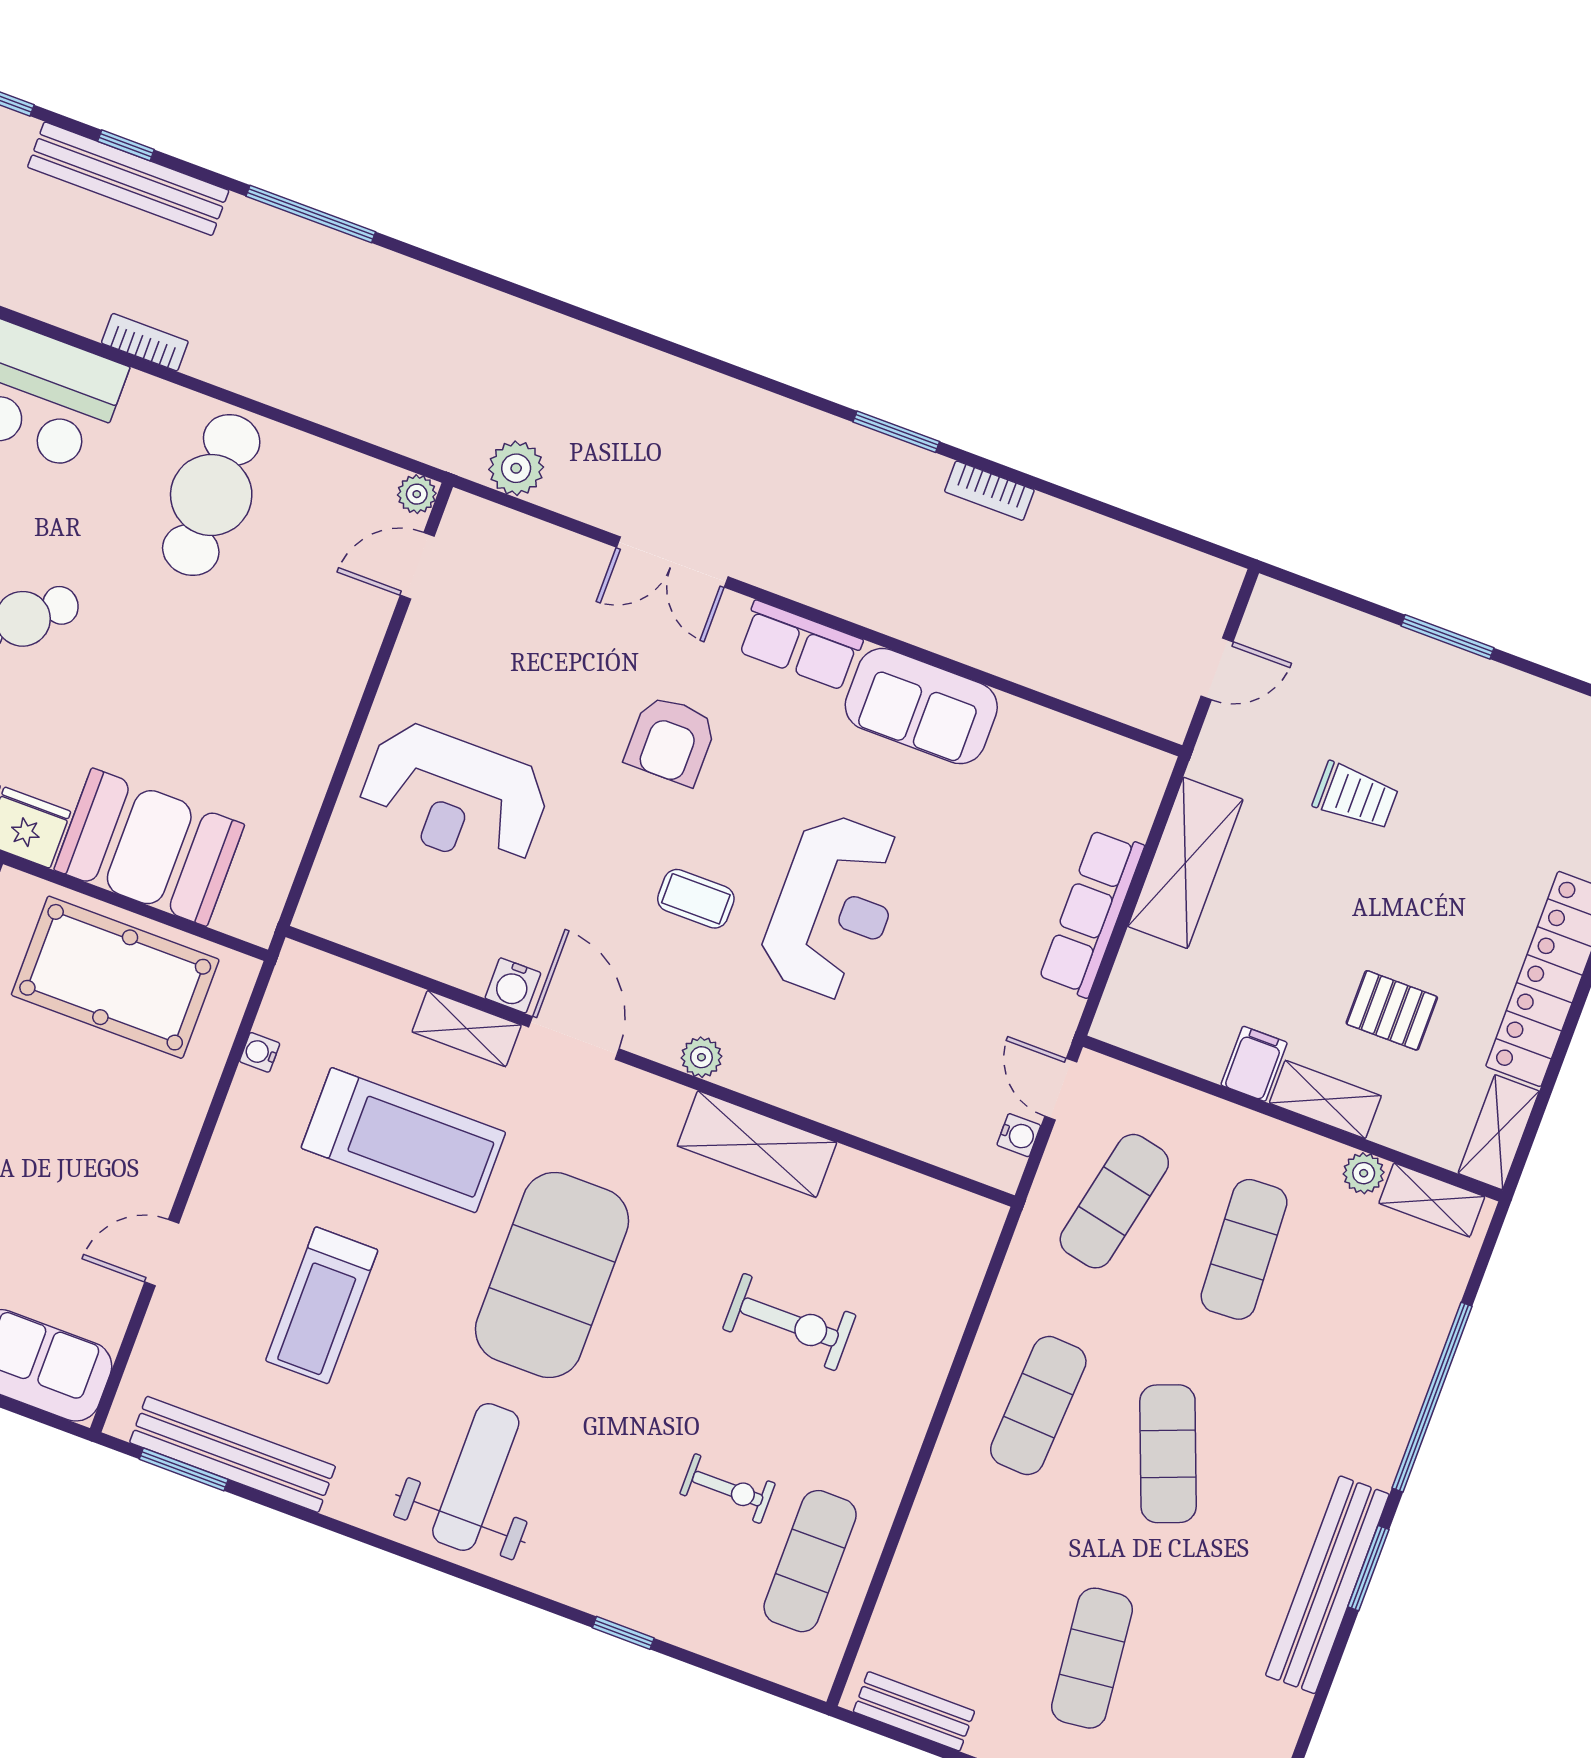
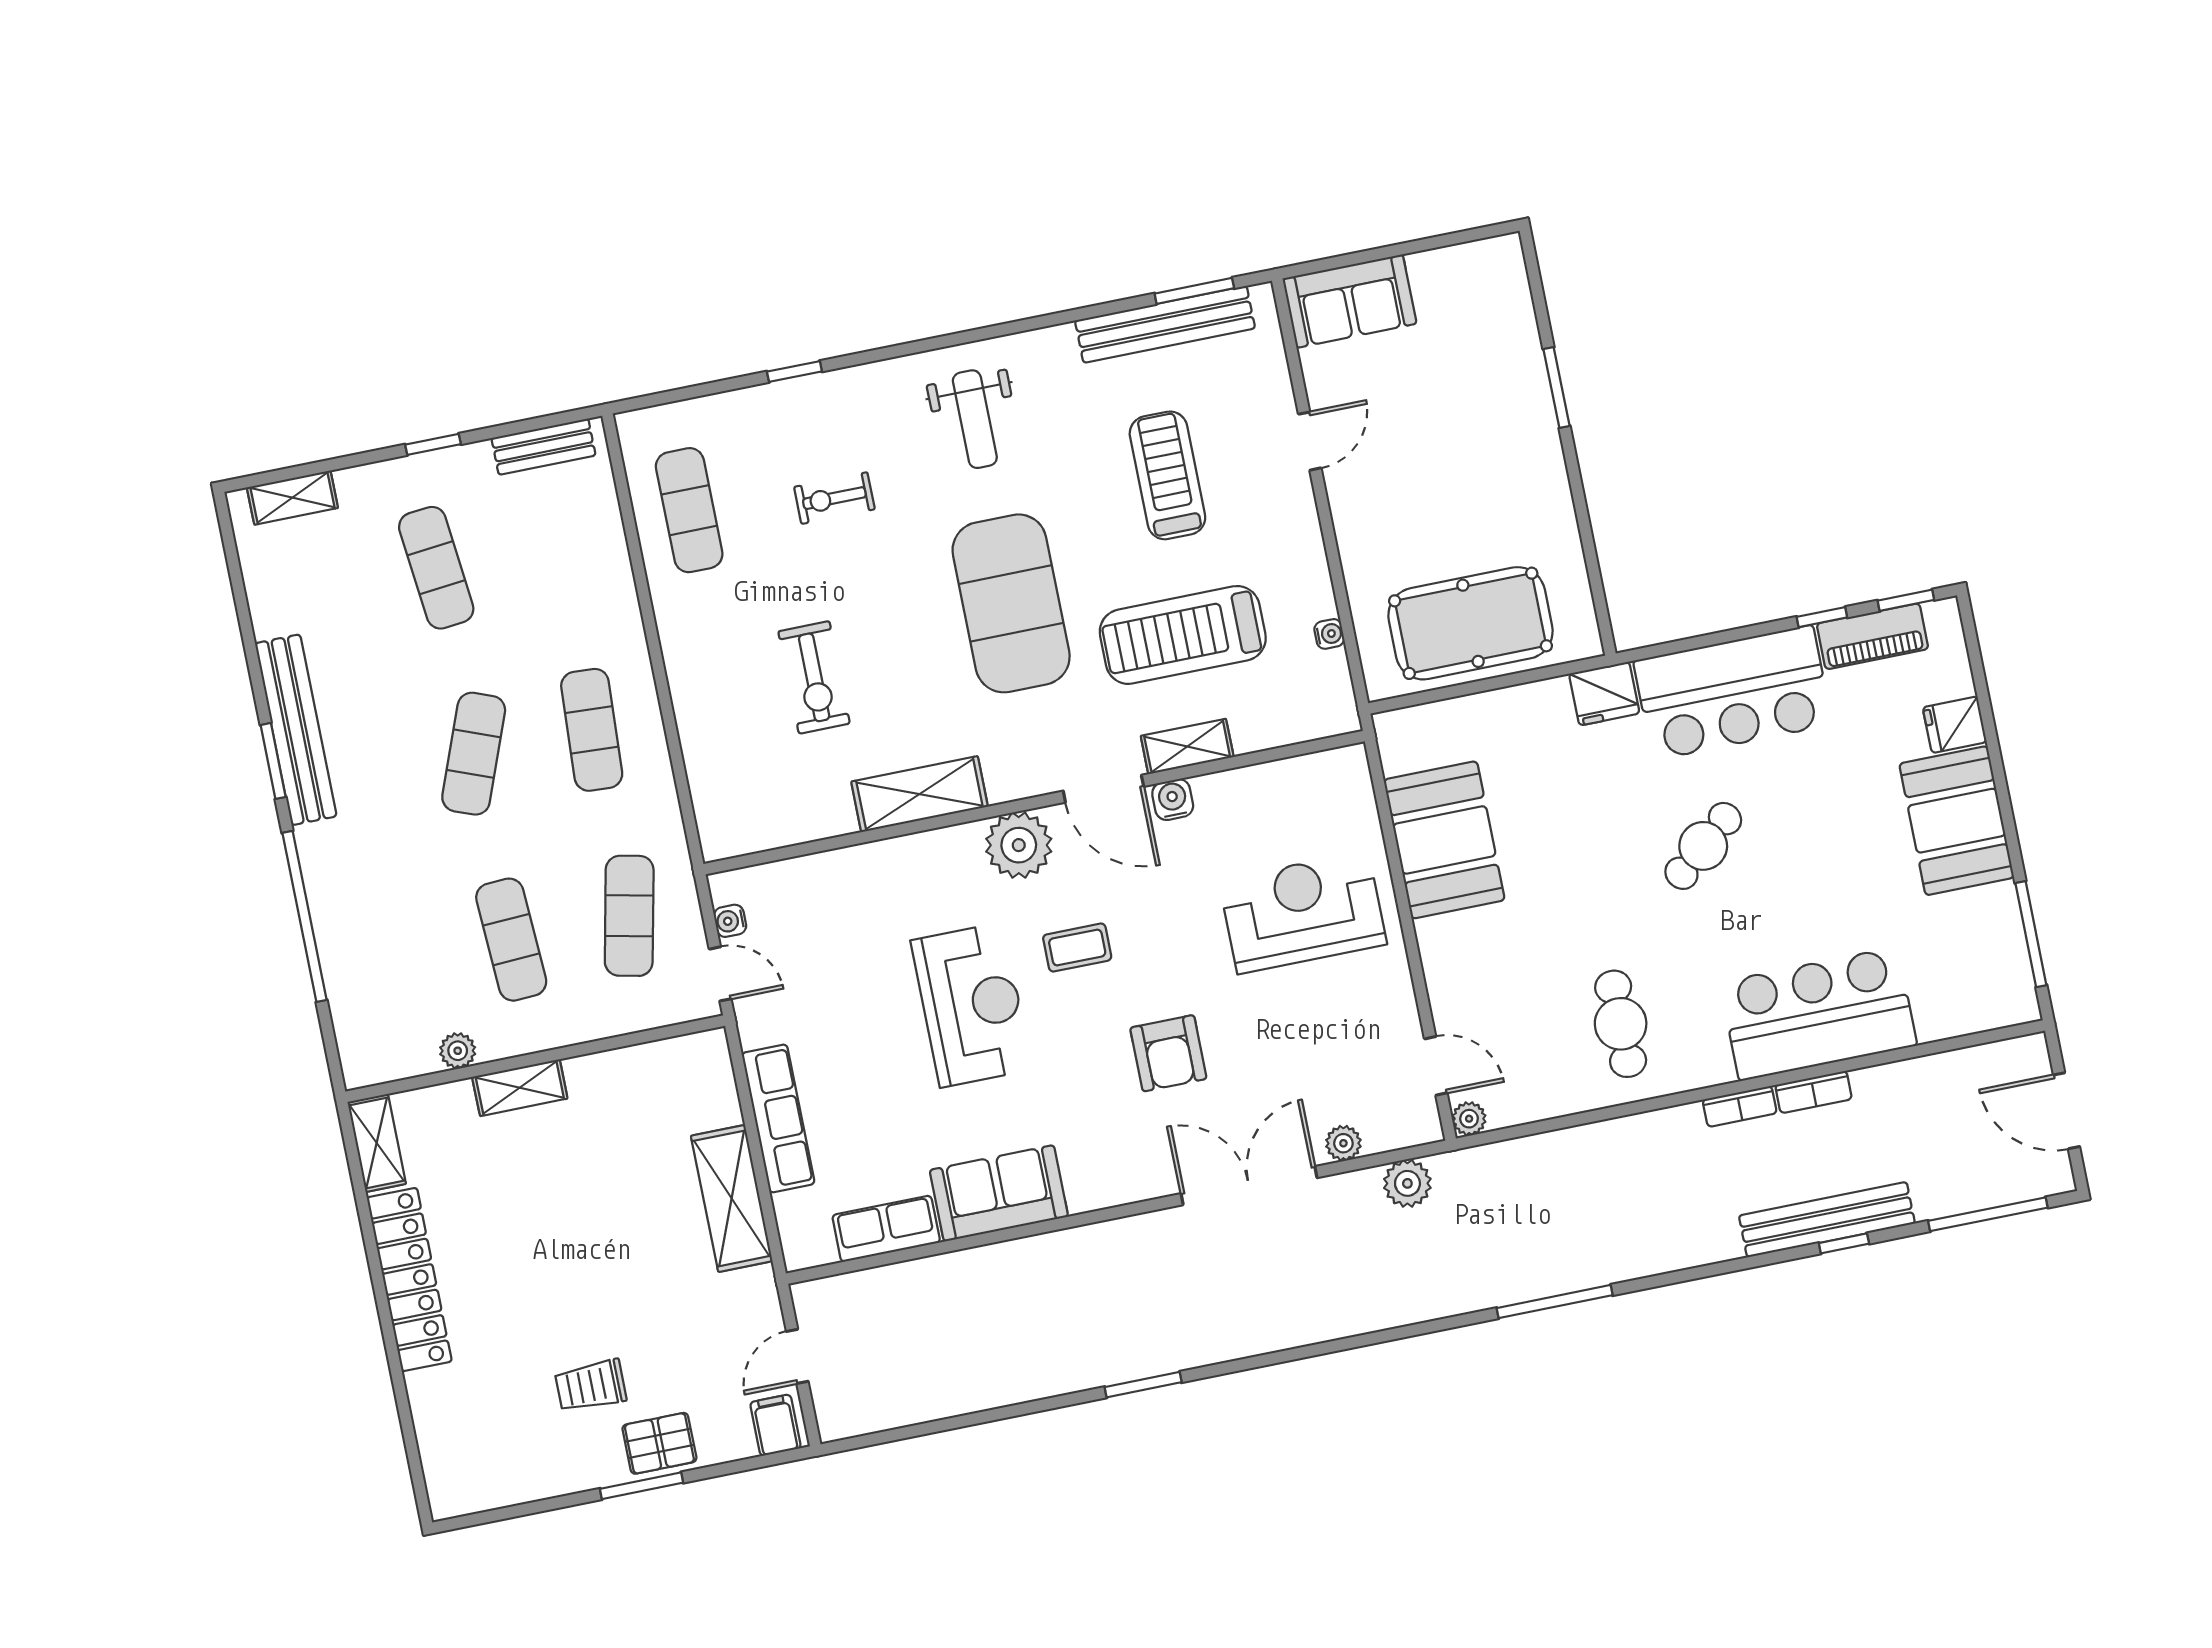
window: (311, 214) -> (1555, 1302), moved
bookcase: (989, 491) -> (1814, 1092), moved, turned 180
cafe table: (211, 495) -> (1621, 1024), width x0.73, depth x0.74
plant: (554, 546) -> (1343, 1143), added
double door: (672, 562) -> (1249, 1186), width x1.37
door: (417, 566) -> (1436, 1066), hinge flipped
row of seats: (800, 645) -> (886, 1229), moved
armchair: (671, 740) -> (1168, 1053), turned 180
trolley: (1355, 796) -> (591, 1386), moved
booth: (149, 847) -> (1444, 840), moved, turned 90
reception desk: (834, 907) -> (971, 1005), turned 180
pallet: (1392, 1010) -> (659, 1443), moved
plant: (701, 1057) -> (1019, 845), width x1.88, depth x1.88
filing cabinet: (1254, 1064) -> (775, 1425), moved, turned 180
shelving: (1432, 1200) -> (395, 1062), removed
exercise bike: (789, 1322) -> (814, 677), turned -90
exercise mat: (1168, 1454) -> (474, 754), turned 42
weight bench: (476, 1477) -> (975, 419), width x0.73, depth x0.75
exercise bike: (728, 1489) -> (834, 498), moved

